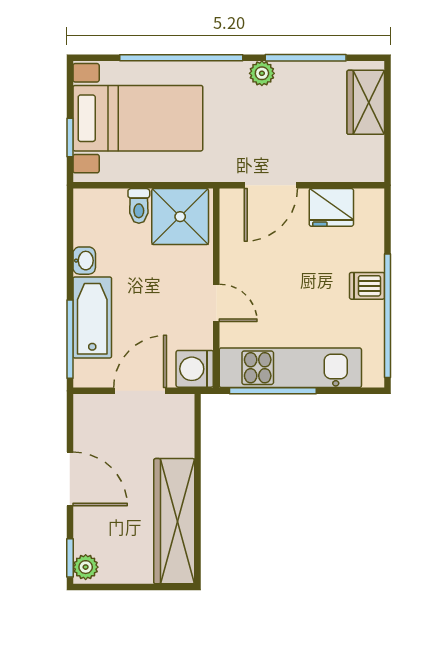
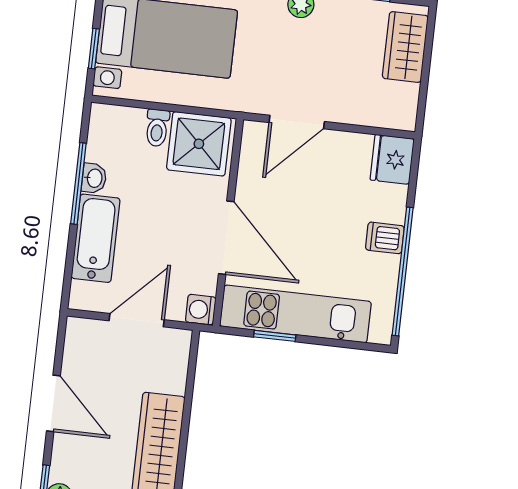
fridge: (331, 207) -> (392, 159), moved, turned 90
door: (216, 303) -> (226, 238), width x1.87
window: (70, 339) -> (78, 184), moved
washing machine: (195, 369) -> (201, 310), width x0.73, depth x0.73
window: (273, 391) -> (275, 336), width x0.46

